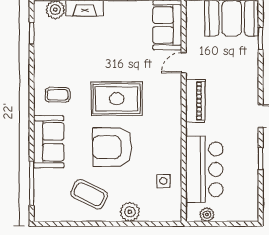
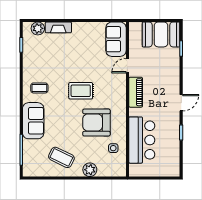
rug: (117, 99) -> (81, 91), width x0.73, depth x0.70
armchair: (112, 147) -> (96, 123), moved
plant: (207, 215) -> (144, 172), removed

